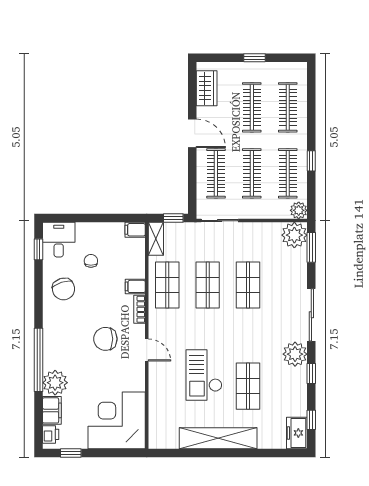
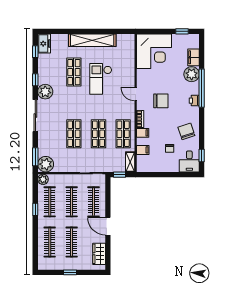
filing cabinet: (135, 230) -> (143, 150), moved
checkout: (204, 375) -> (101, 79), turned 180
printer: (51, 434) -> (194, 101), moved

